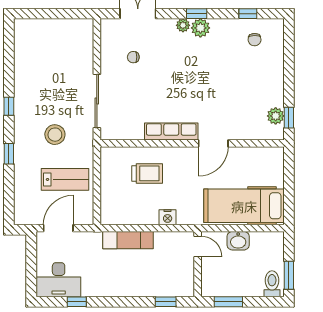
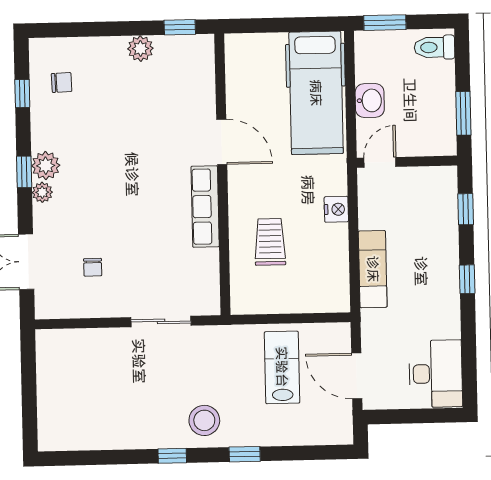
sliding door: (97, 101) -> (161, 321), width x0.73
plant: (276, 116) -> (140, 49), moved
stool: (55, 135) -> (204, 420), moved
window: (289, 275) -> (385, 23), moved
window: (77, 302) -> (467, 279), moved

